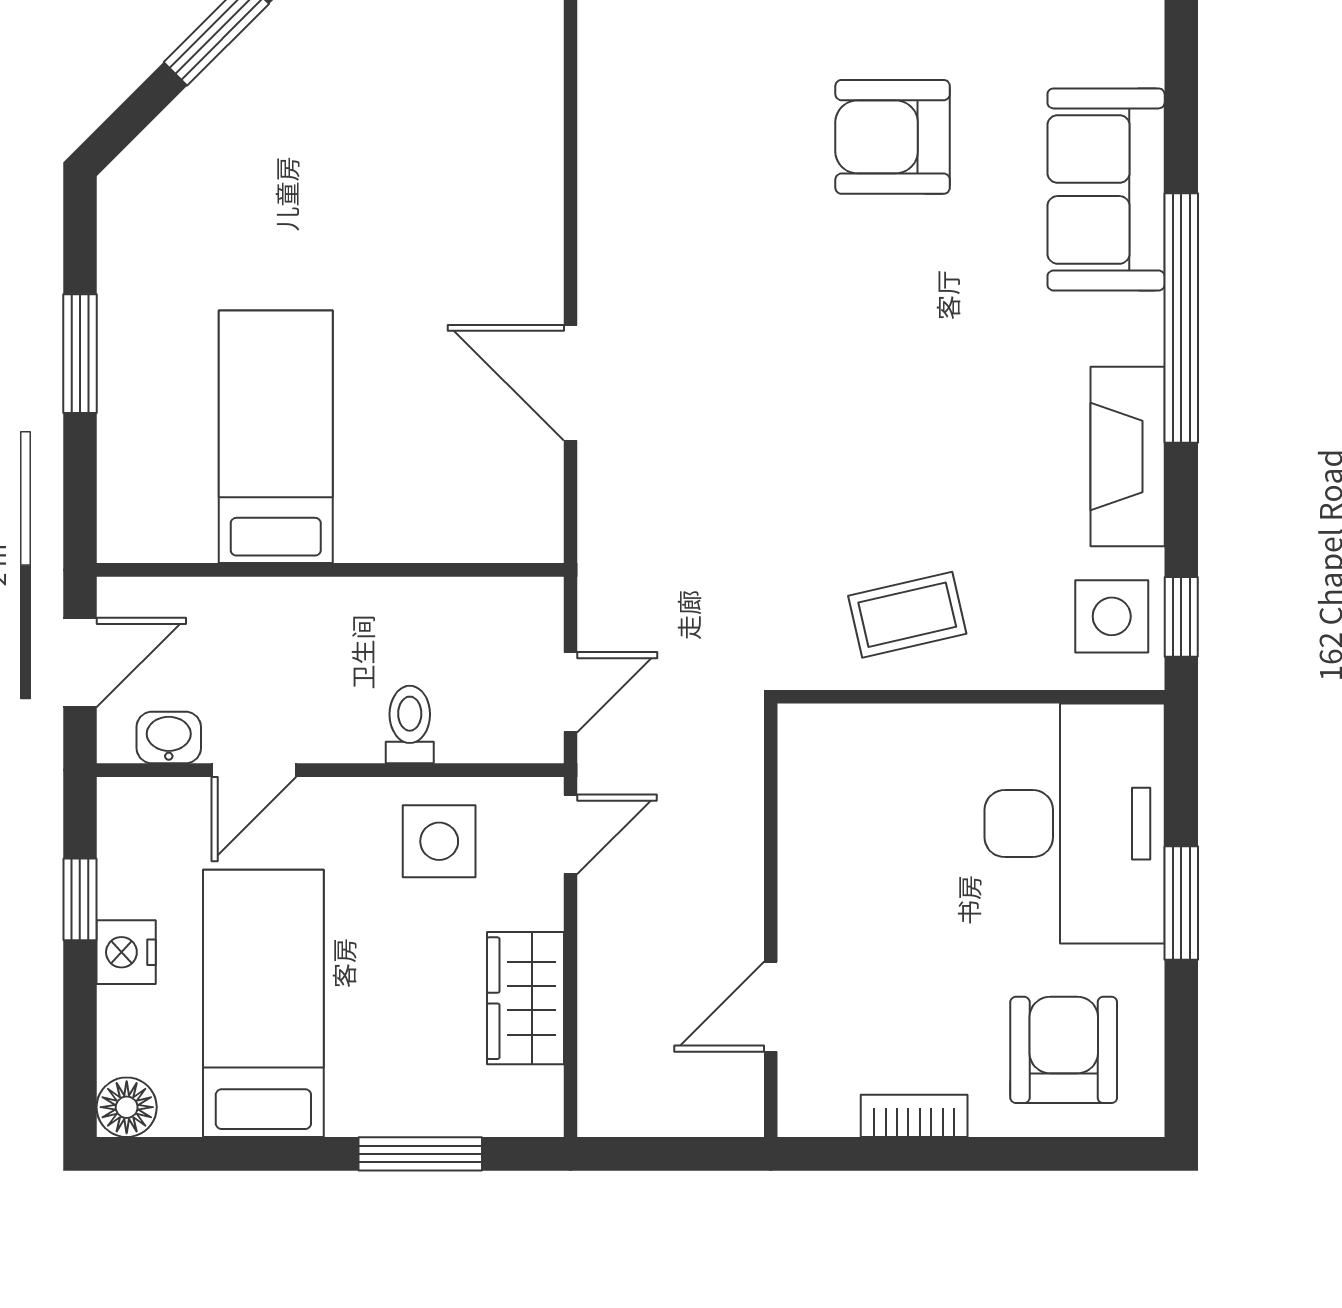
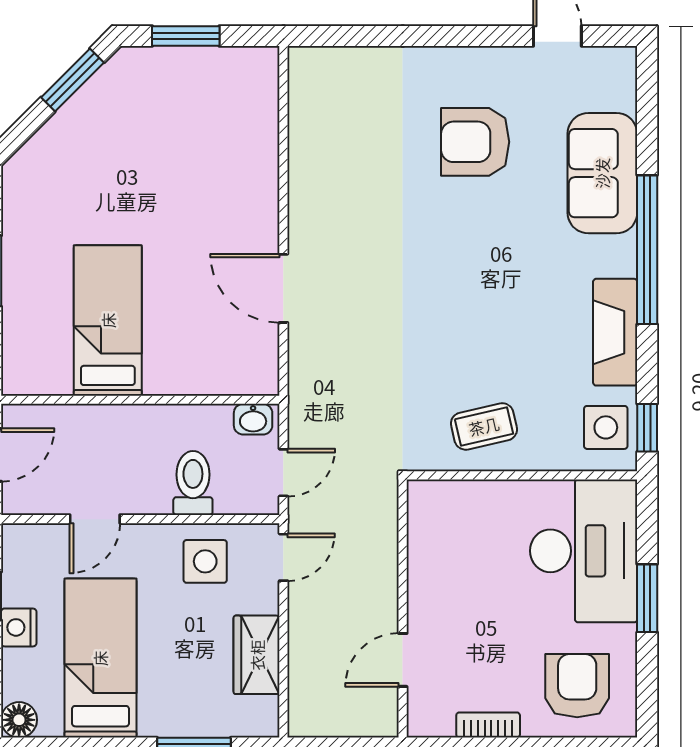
toilet: (410, 725) -> (193, 483), width x1.37, depth x1.39
washbasin: (169, 737) -> (253, 419), moved, turned 180

